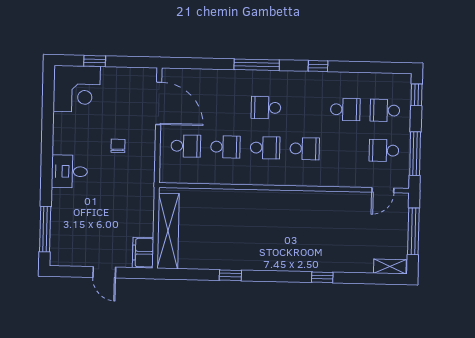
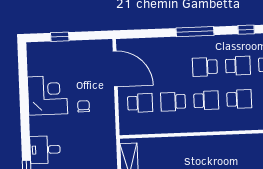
corner desk: (77, 89) -> (47, 95), moved, turned -90
school desk: (306, 109) -> (238, 66), added
school desk: (225, 147) -> (173, 102), turned 180
desk: (69, 171) -> (45, 150), moved

